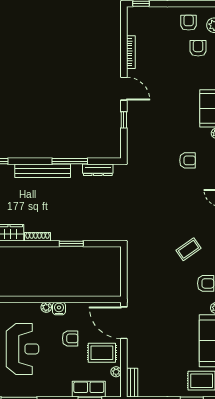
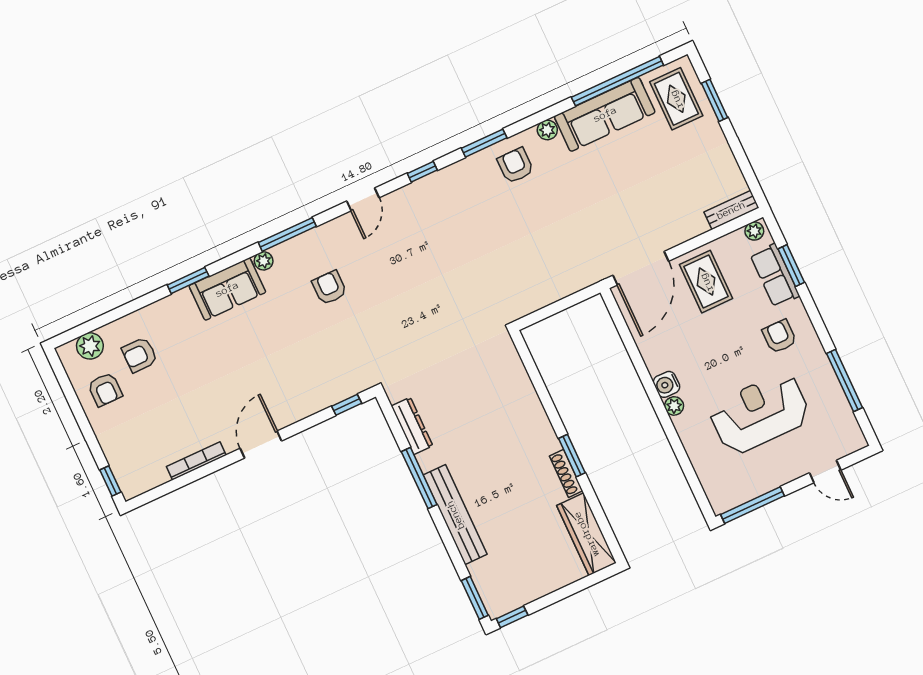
armchair: (189, 23) -> (105, 389), turned -90
window: (124, 120) -> (347, 405), moved
window: (71, 244) -> (572, 456), moved
coffee table: (188, 249) -> (473, 219), removed
armchair: (70, 338) -> (779, 336), moved
plant: (116, 372) -> (754, 231), moved

